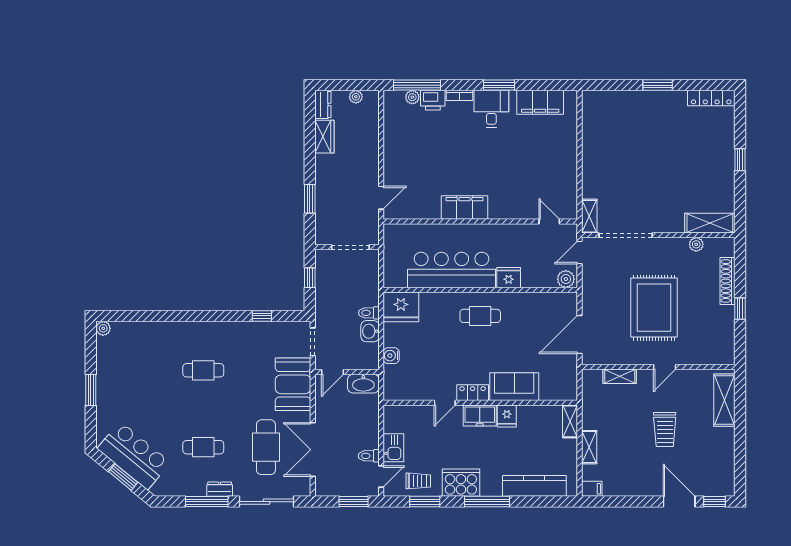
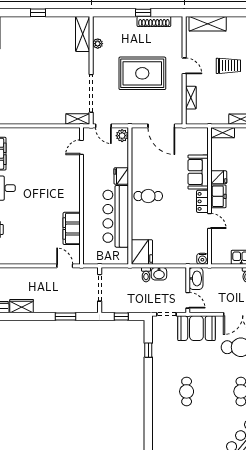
filing cabinet: (465, 207) -> (72, 228), moved
shoe rack: (727, 281) -> (154, 21), moved
cafe table: (480, 316) -> (148, 196), turned 90
water cooler: (391, 356) -> (202, 259), moved

